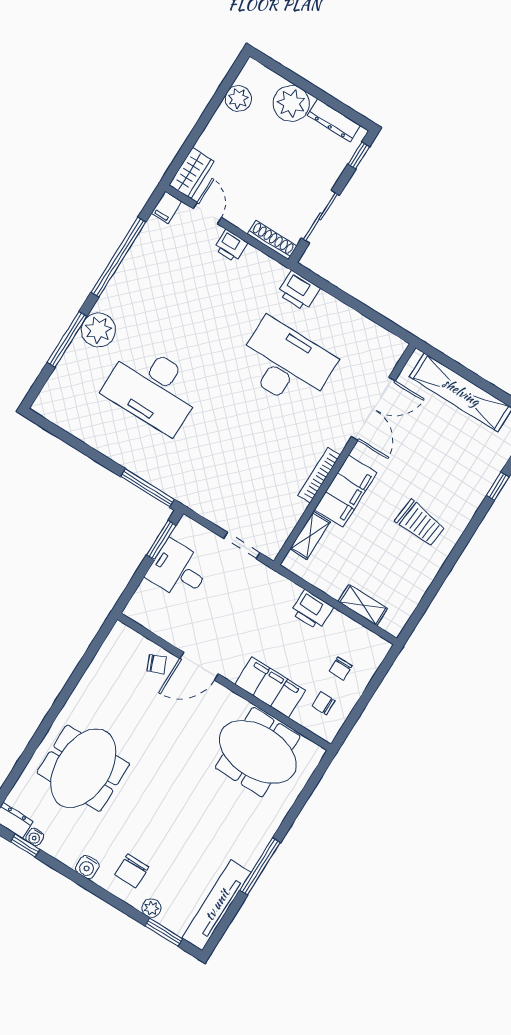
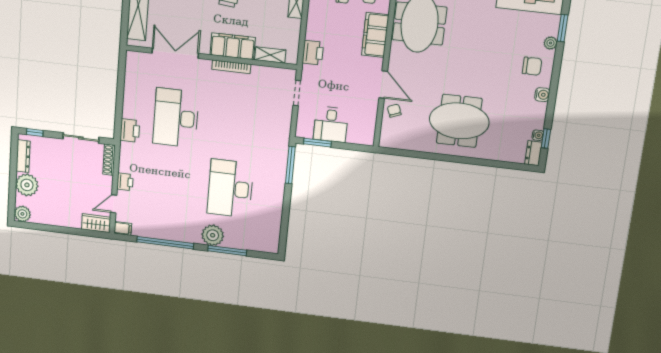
plant: (238, 99) -> (22, 214), moved
desk: (153, 389) -> (230, 189), turned 180
printer: (312, 610) -> (313, 53), moved
meeting table: (83, 768) -> (459, 121), moved

